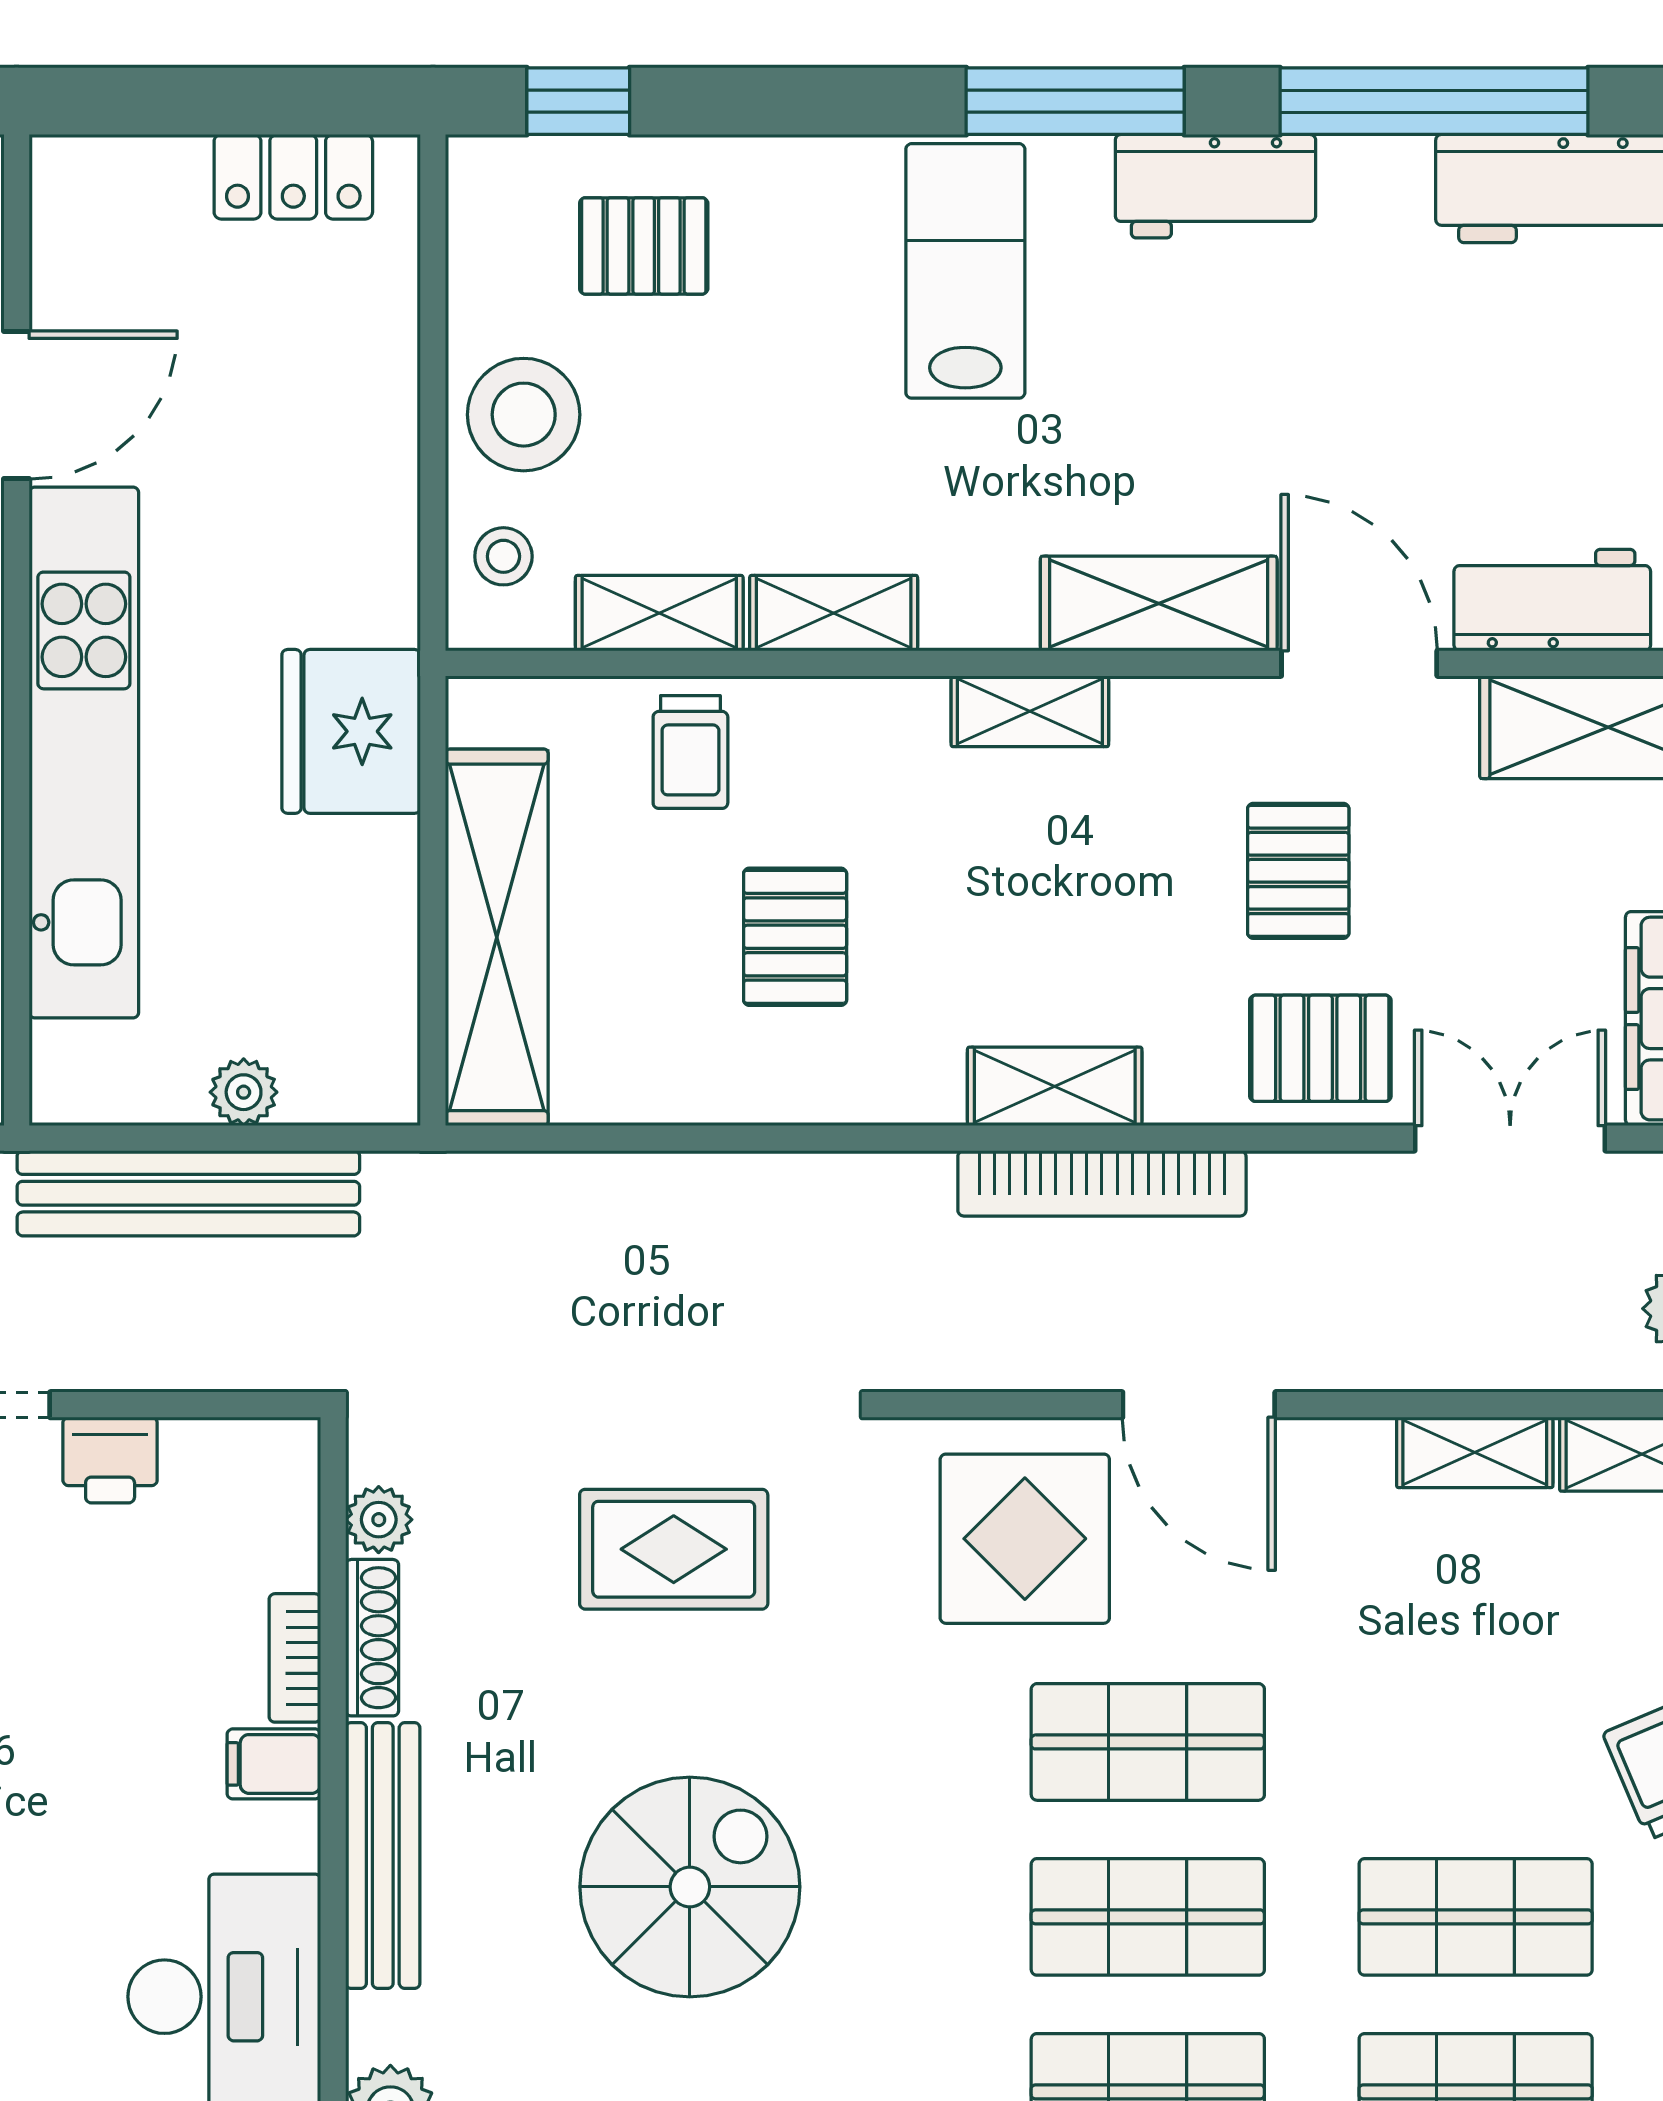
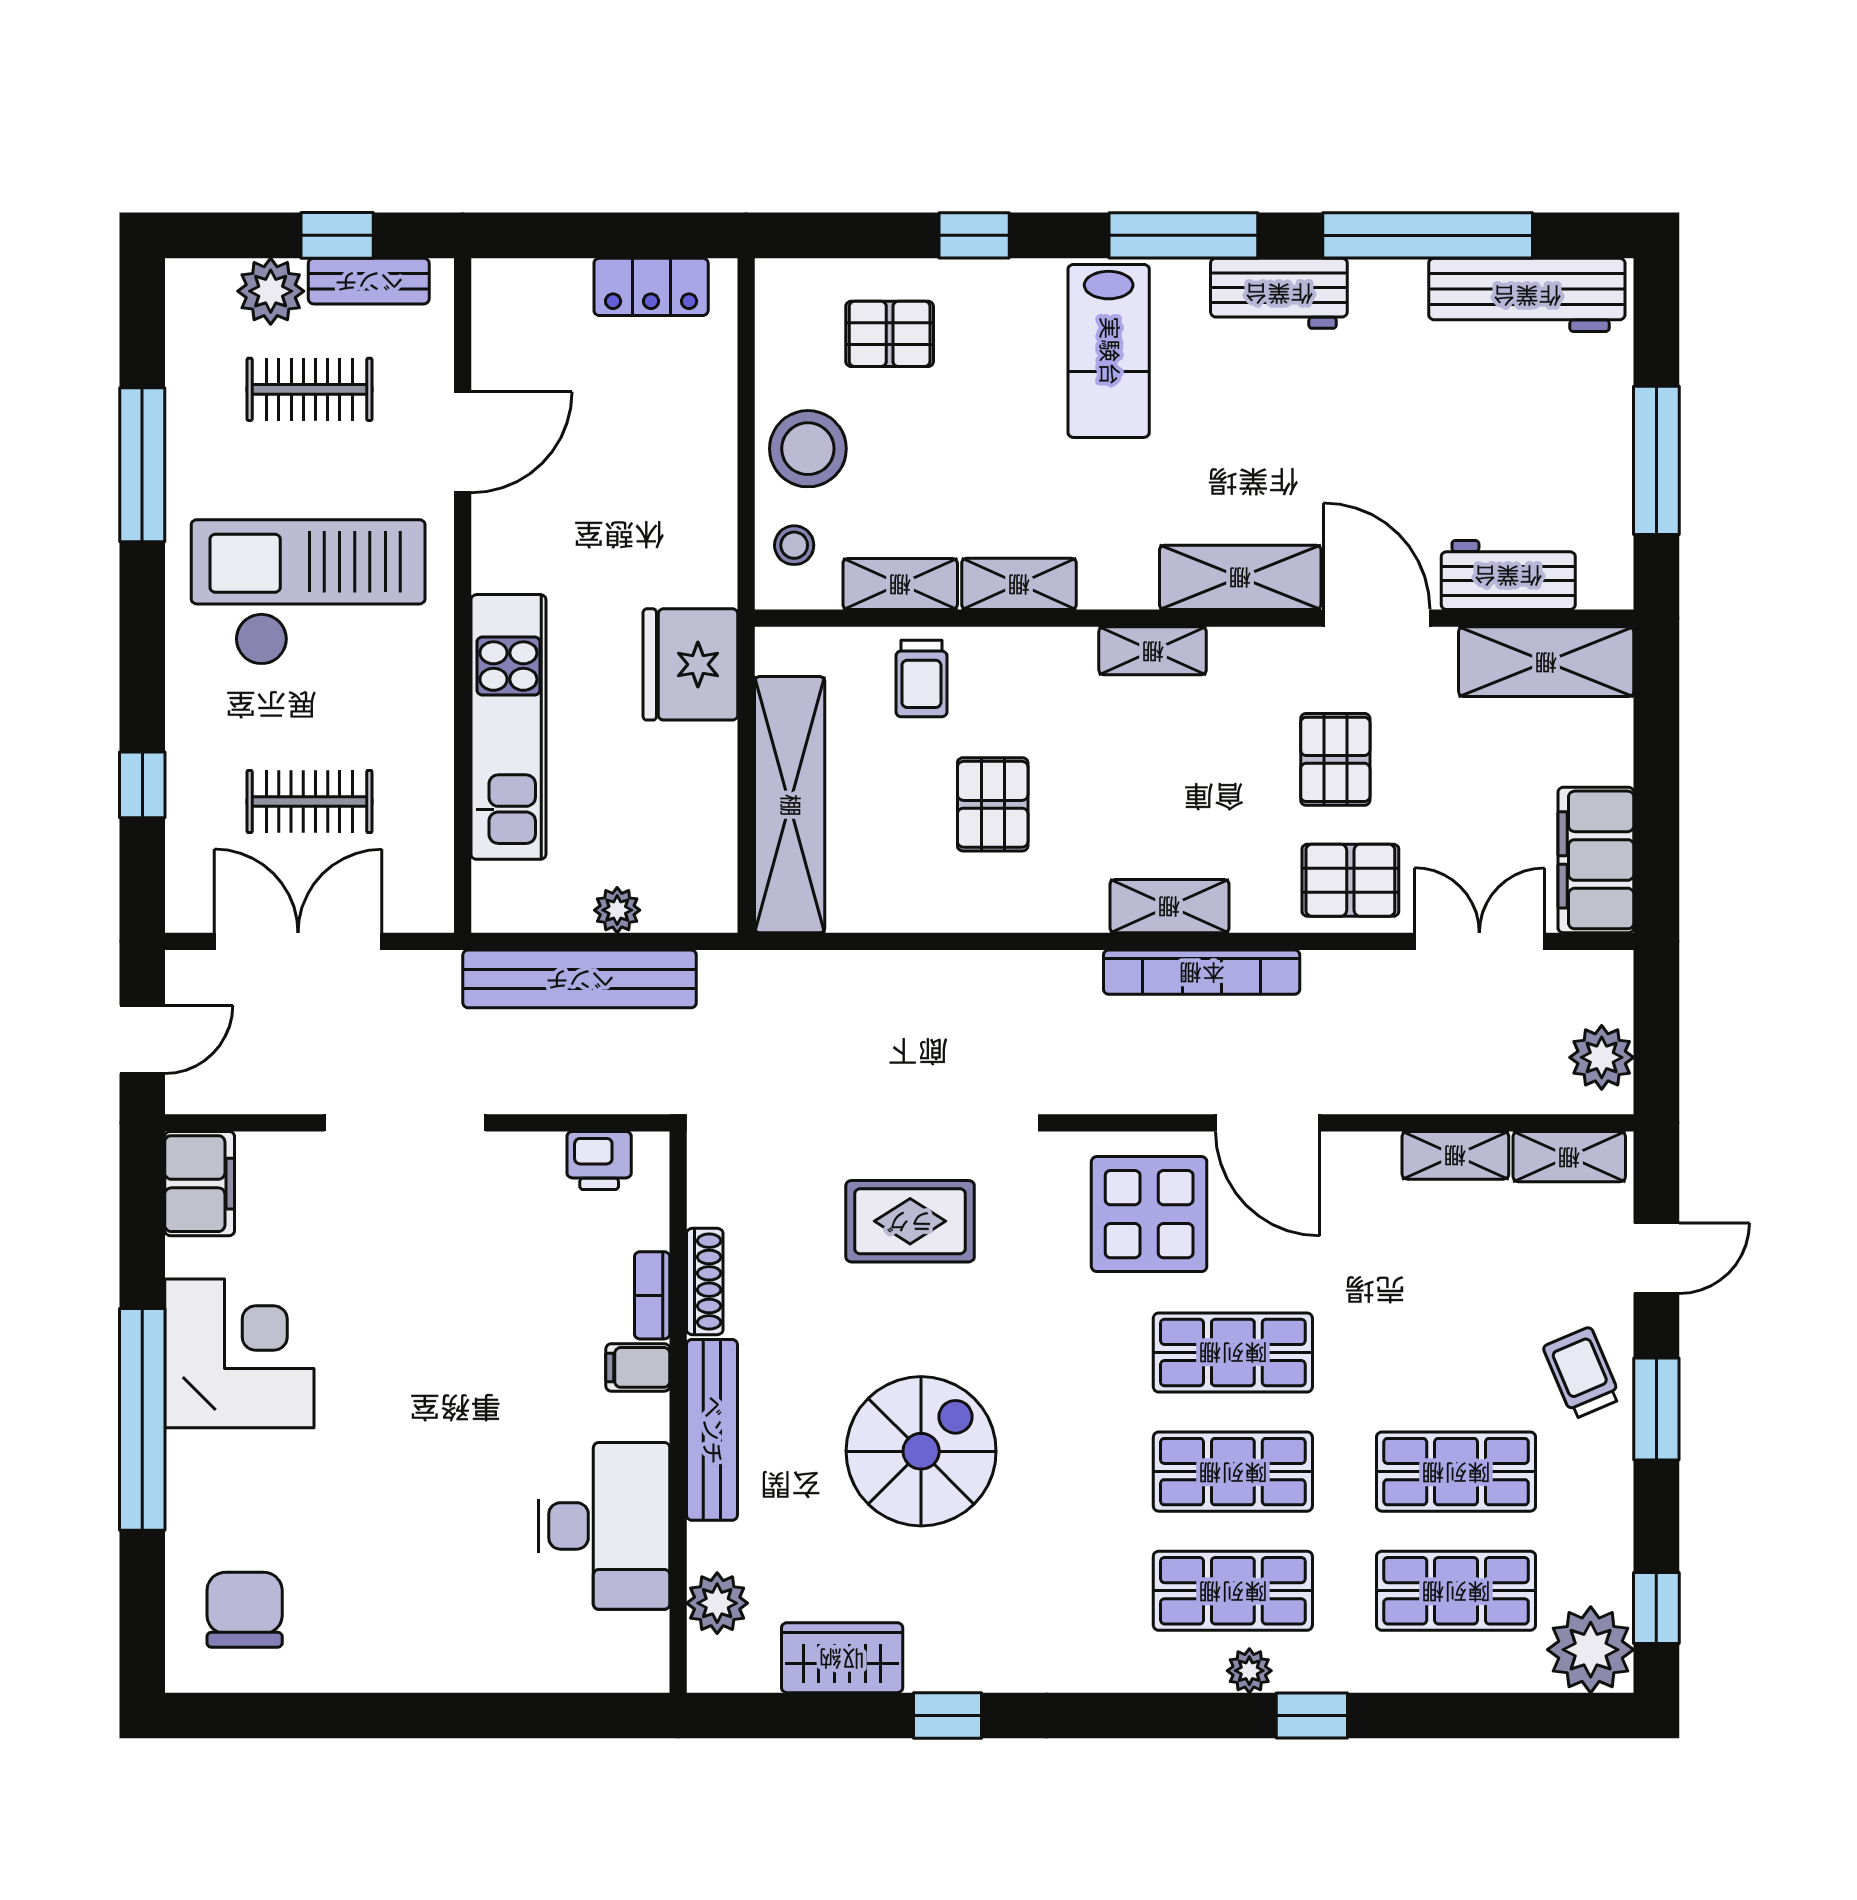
window: (578, 101) -> (974, 235), moved
lab bench: (965, 271) -> (1109, 351), turned 180
kitchen unit: (84, 753) -> (508, 727), width x0.73
printer: (110, 1460) -> (599, 1161), moved
plant: (379, 1520) -> (709, 1201), removed

